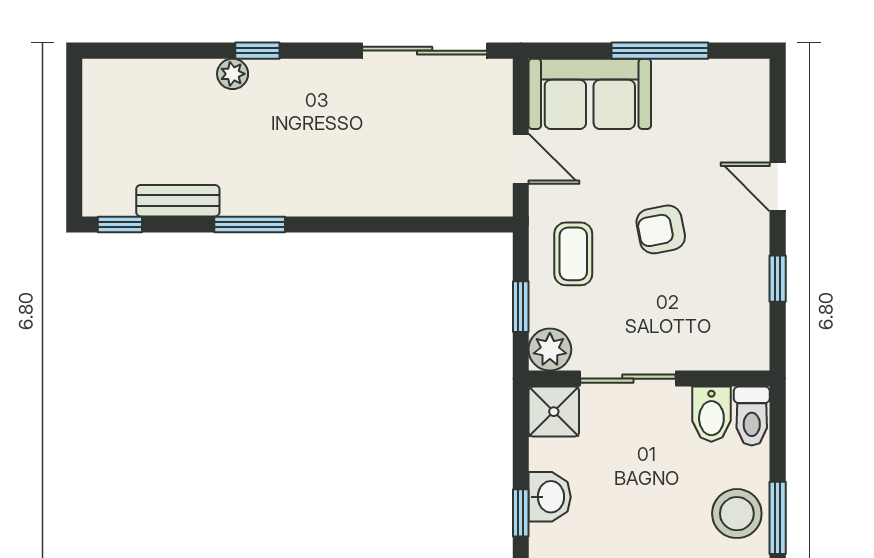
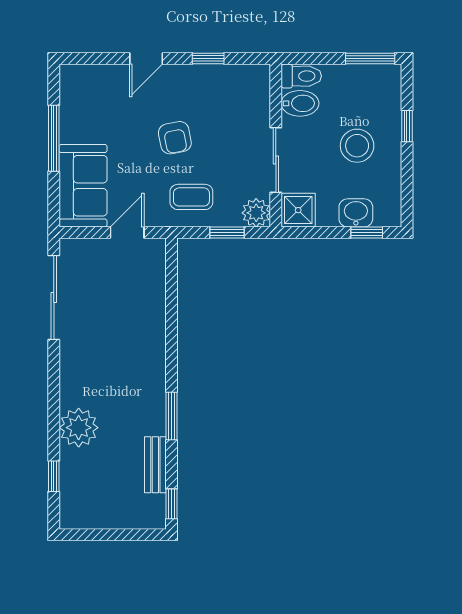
window: (257, 51) -> (54, 476), moved
plant: (233, 74) -> (79, 428), width x1.88, depth x1.88
stool: (737, 514) -> (357, 146), moved

